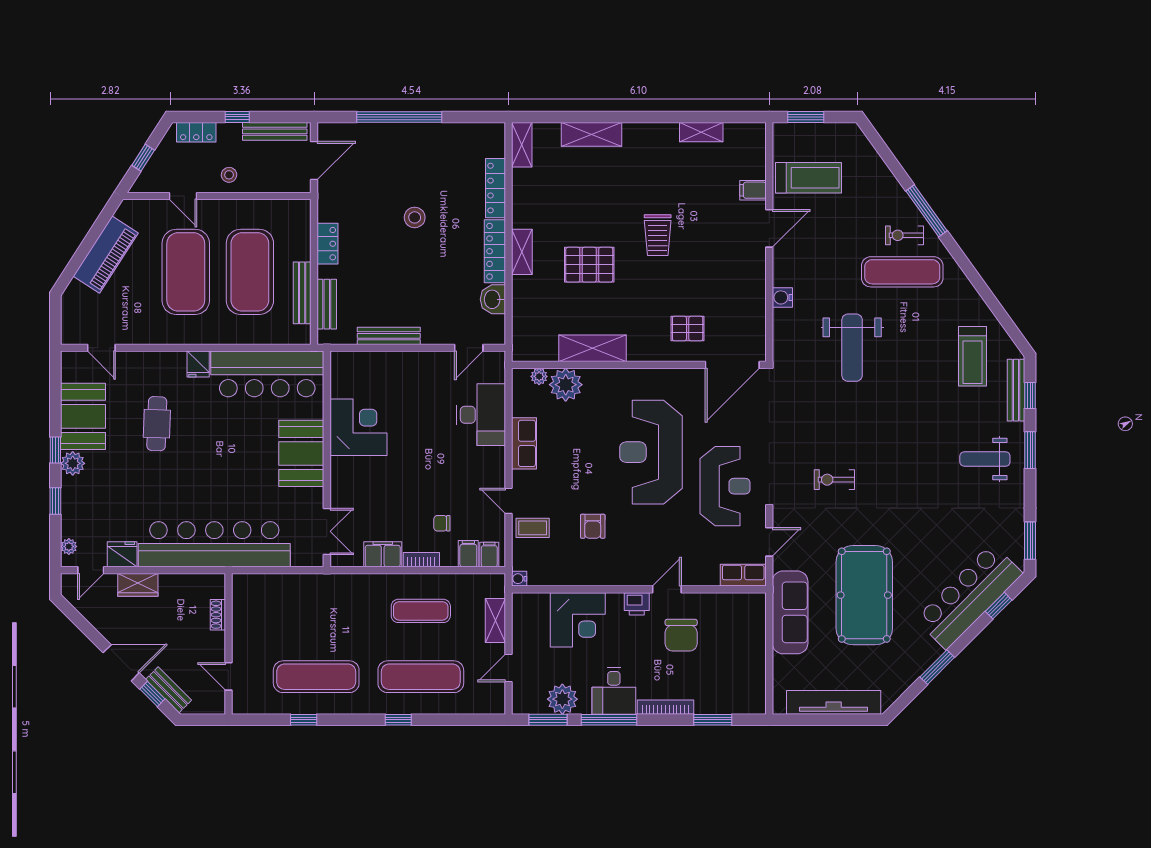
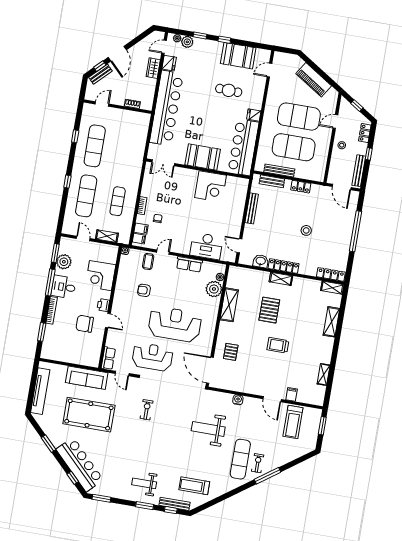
locker: (495, 188) -> (331, 274), moved
weight bench: (985, 459) -> (144, 483), turned -90
plant: (73, 463) -> (187, 42), moved
reception desk: (725, 486) -> (152, 357), turned 180
filing cabinet: (383, 554) -> (148, 188), removed
door: (91, 570) -> (164, 47), hinge flipped

